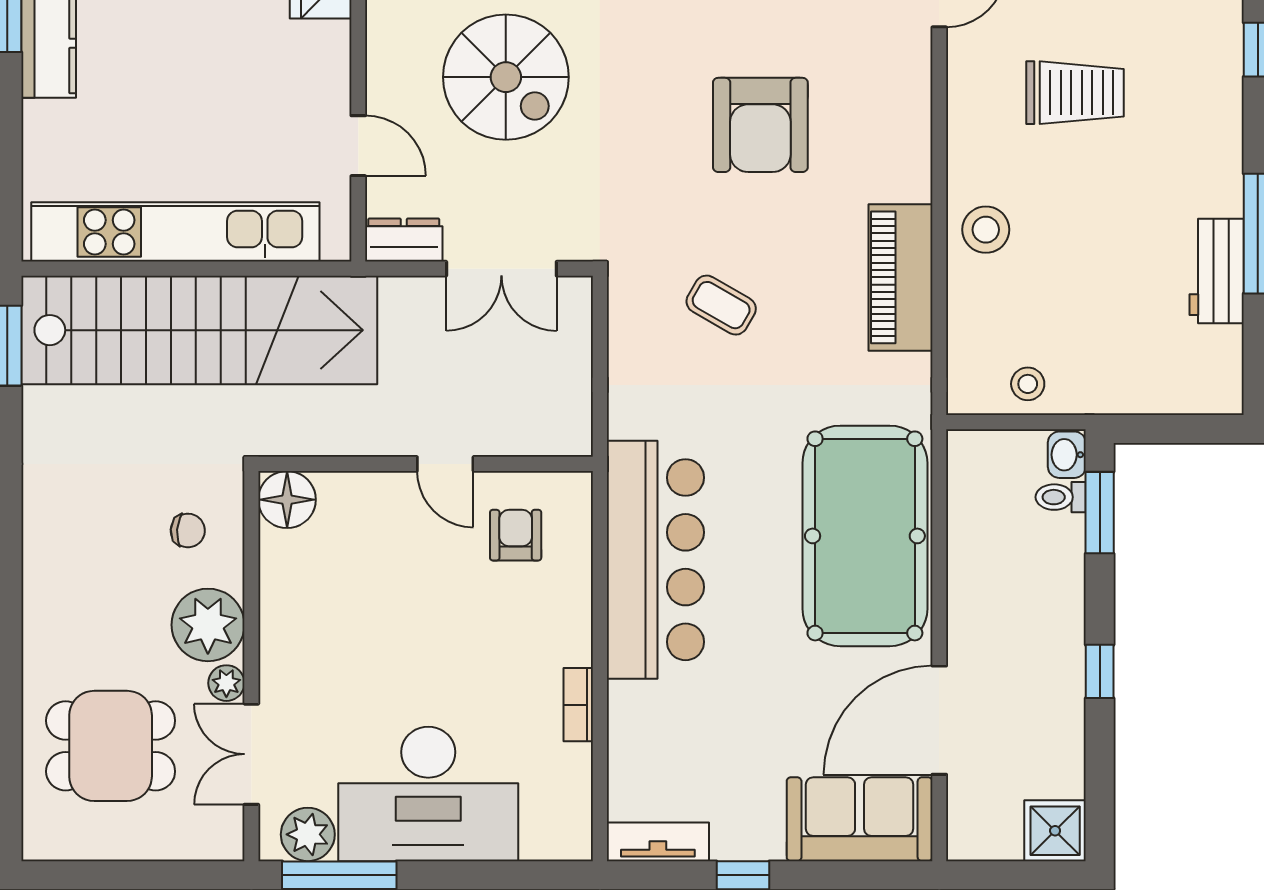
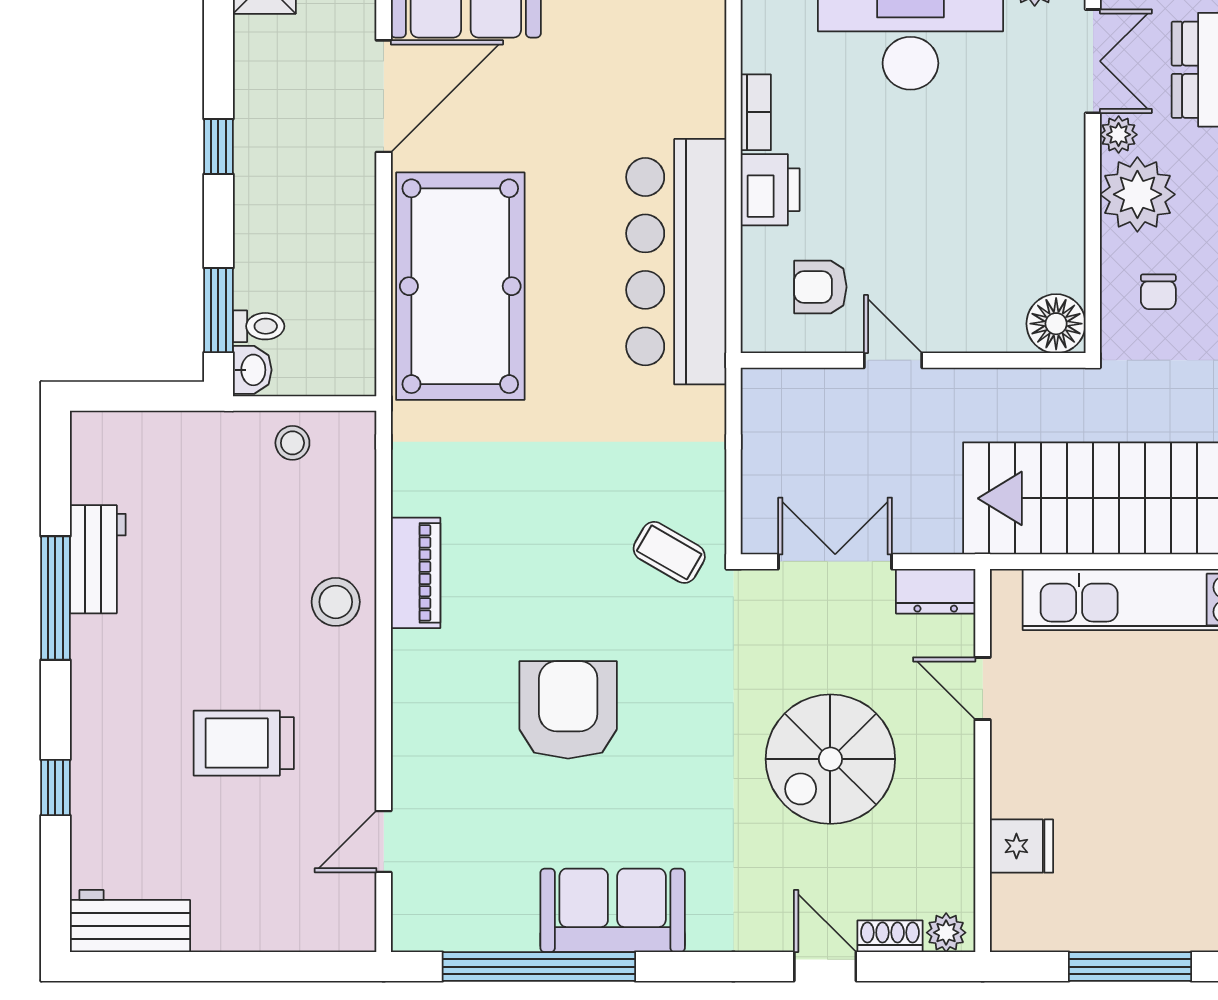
spiral stairs: (506, 77) -> (830, 759), turned -90
piano: (900, 277) -> (416, 573), width x0.73, depth x0.75
coffee table: (721, 305) -> (669, 552), moved
chair: (188, 530) -> (1158, 292), turned -94
armchair: (516, 535) -> (820, 287), turned 90
printer: (564, 630) -> (770, 190), added

